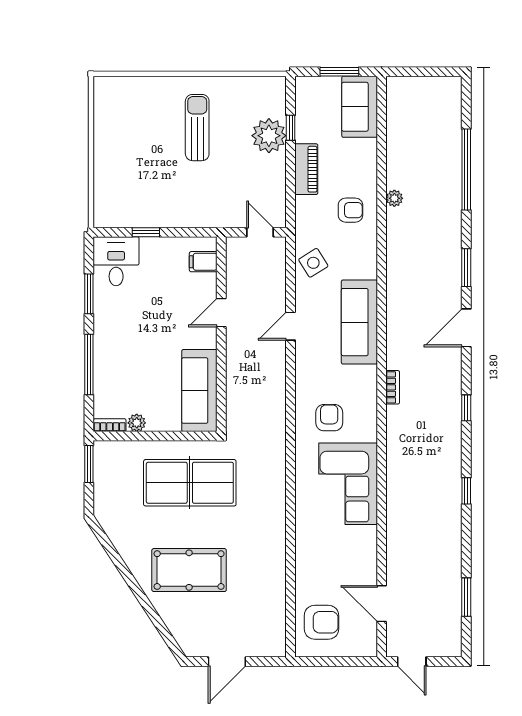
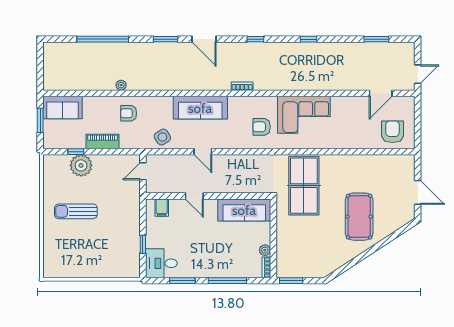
armchair: (350, 210) -> (129, 113), turned -90
table tennis table: (190, 483) -> (304, 186), moved

